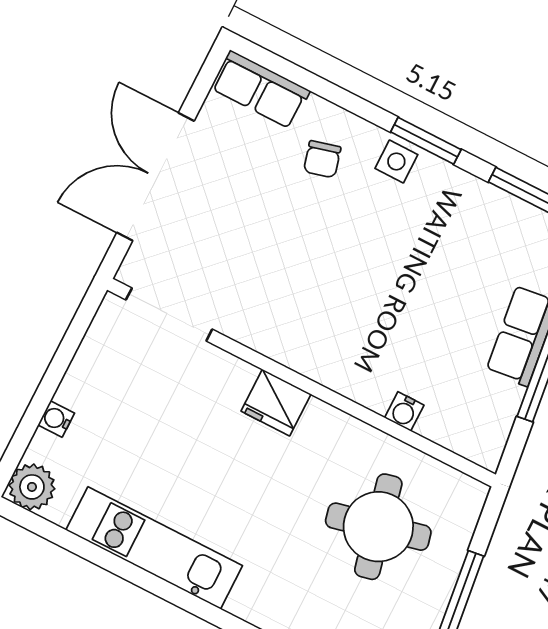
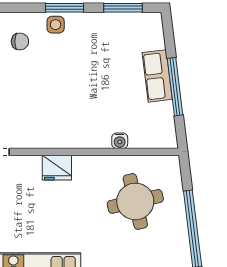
chair: (322, 159) -> (20, 41), turned -75

